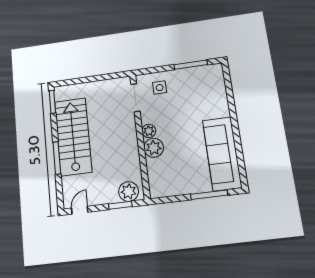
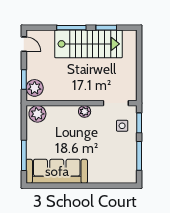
window: (154, 70) -> (139, 123), added
window: (52, 102) -> (106, 28), moved
plant: (154, 148) -> (37, 114), moved

